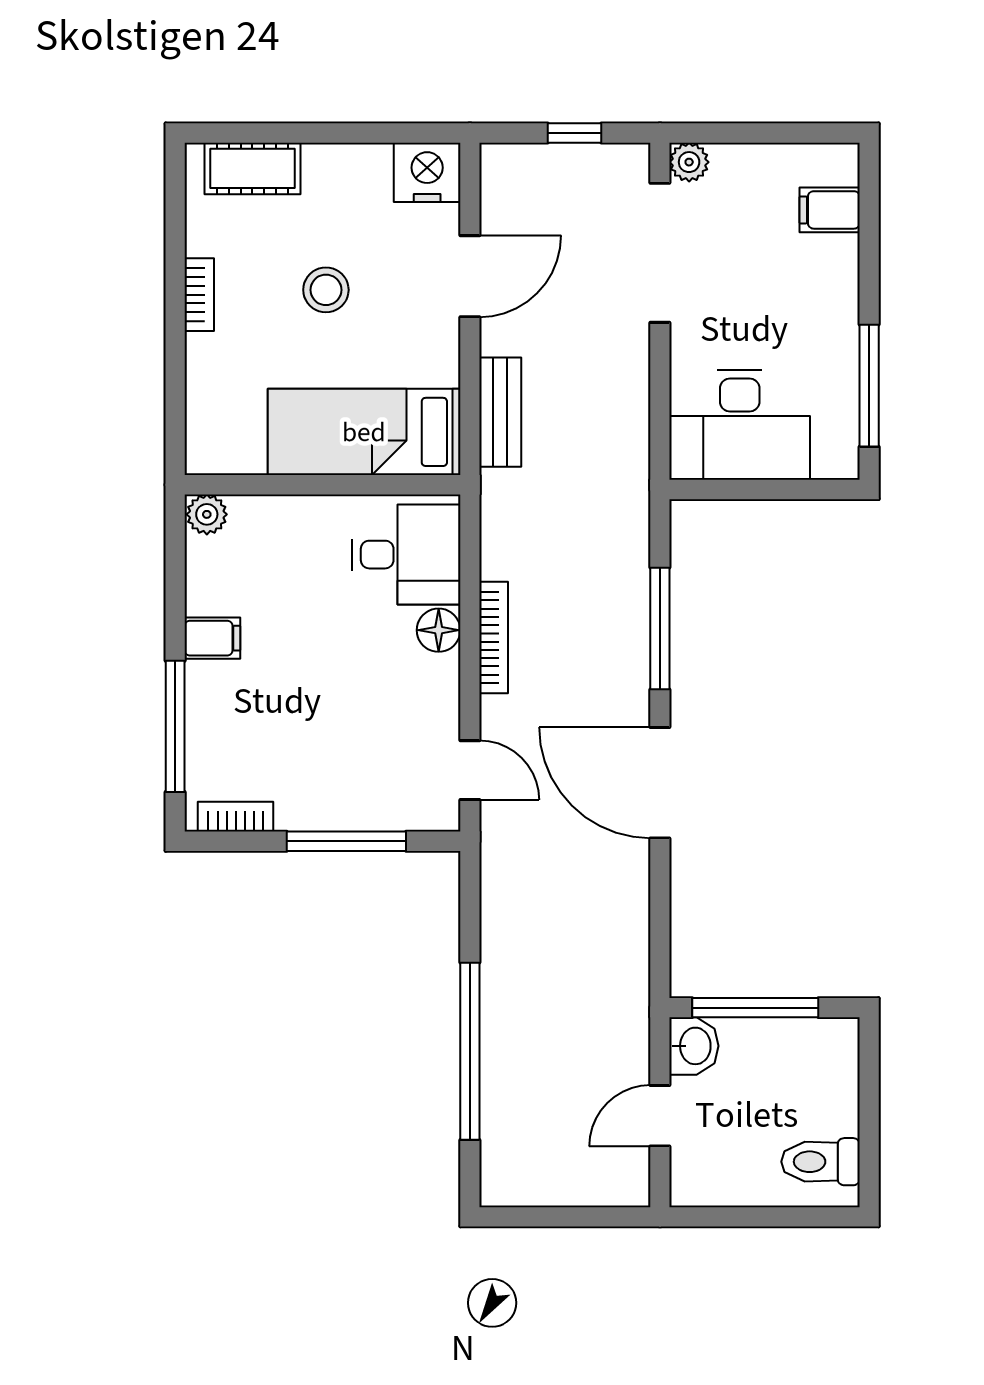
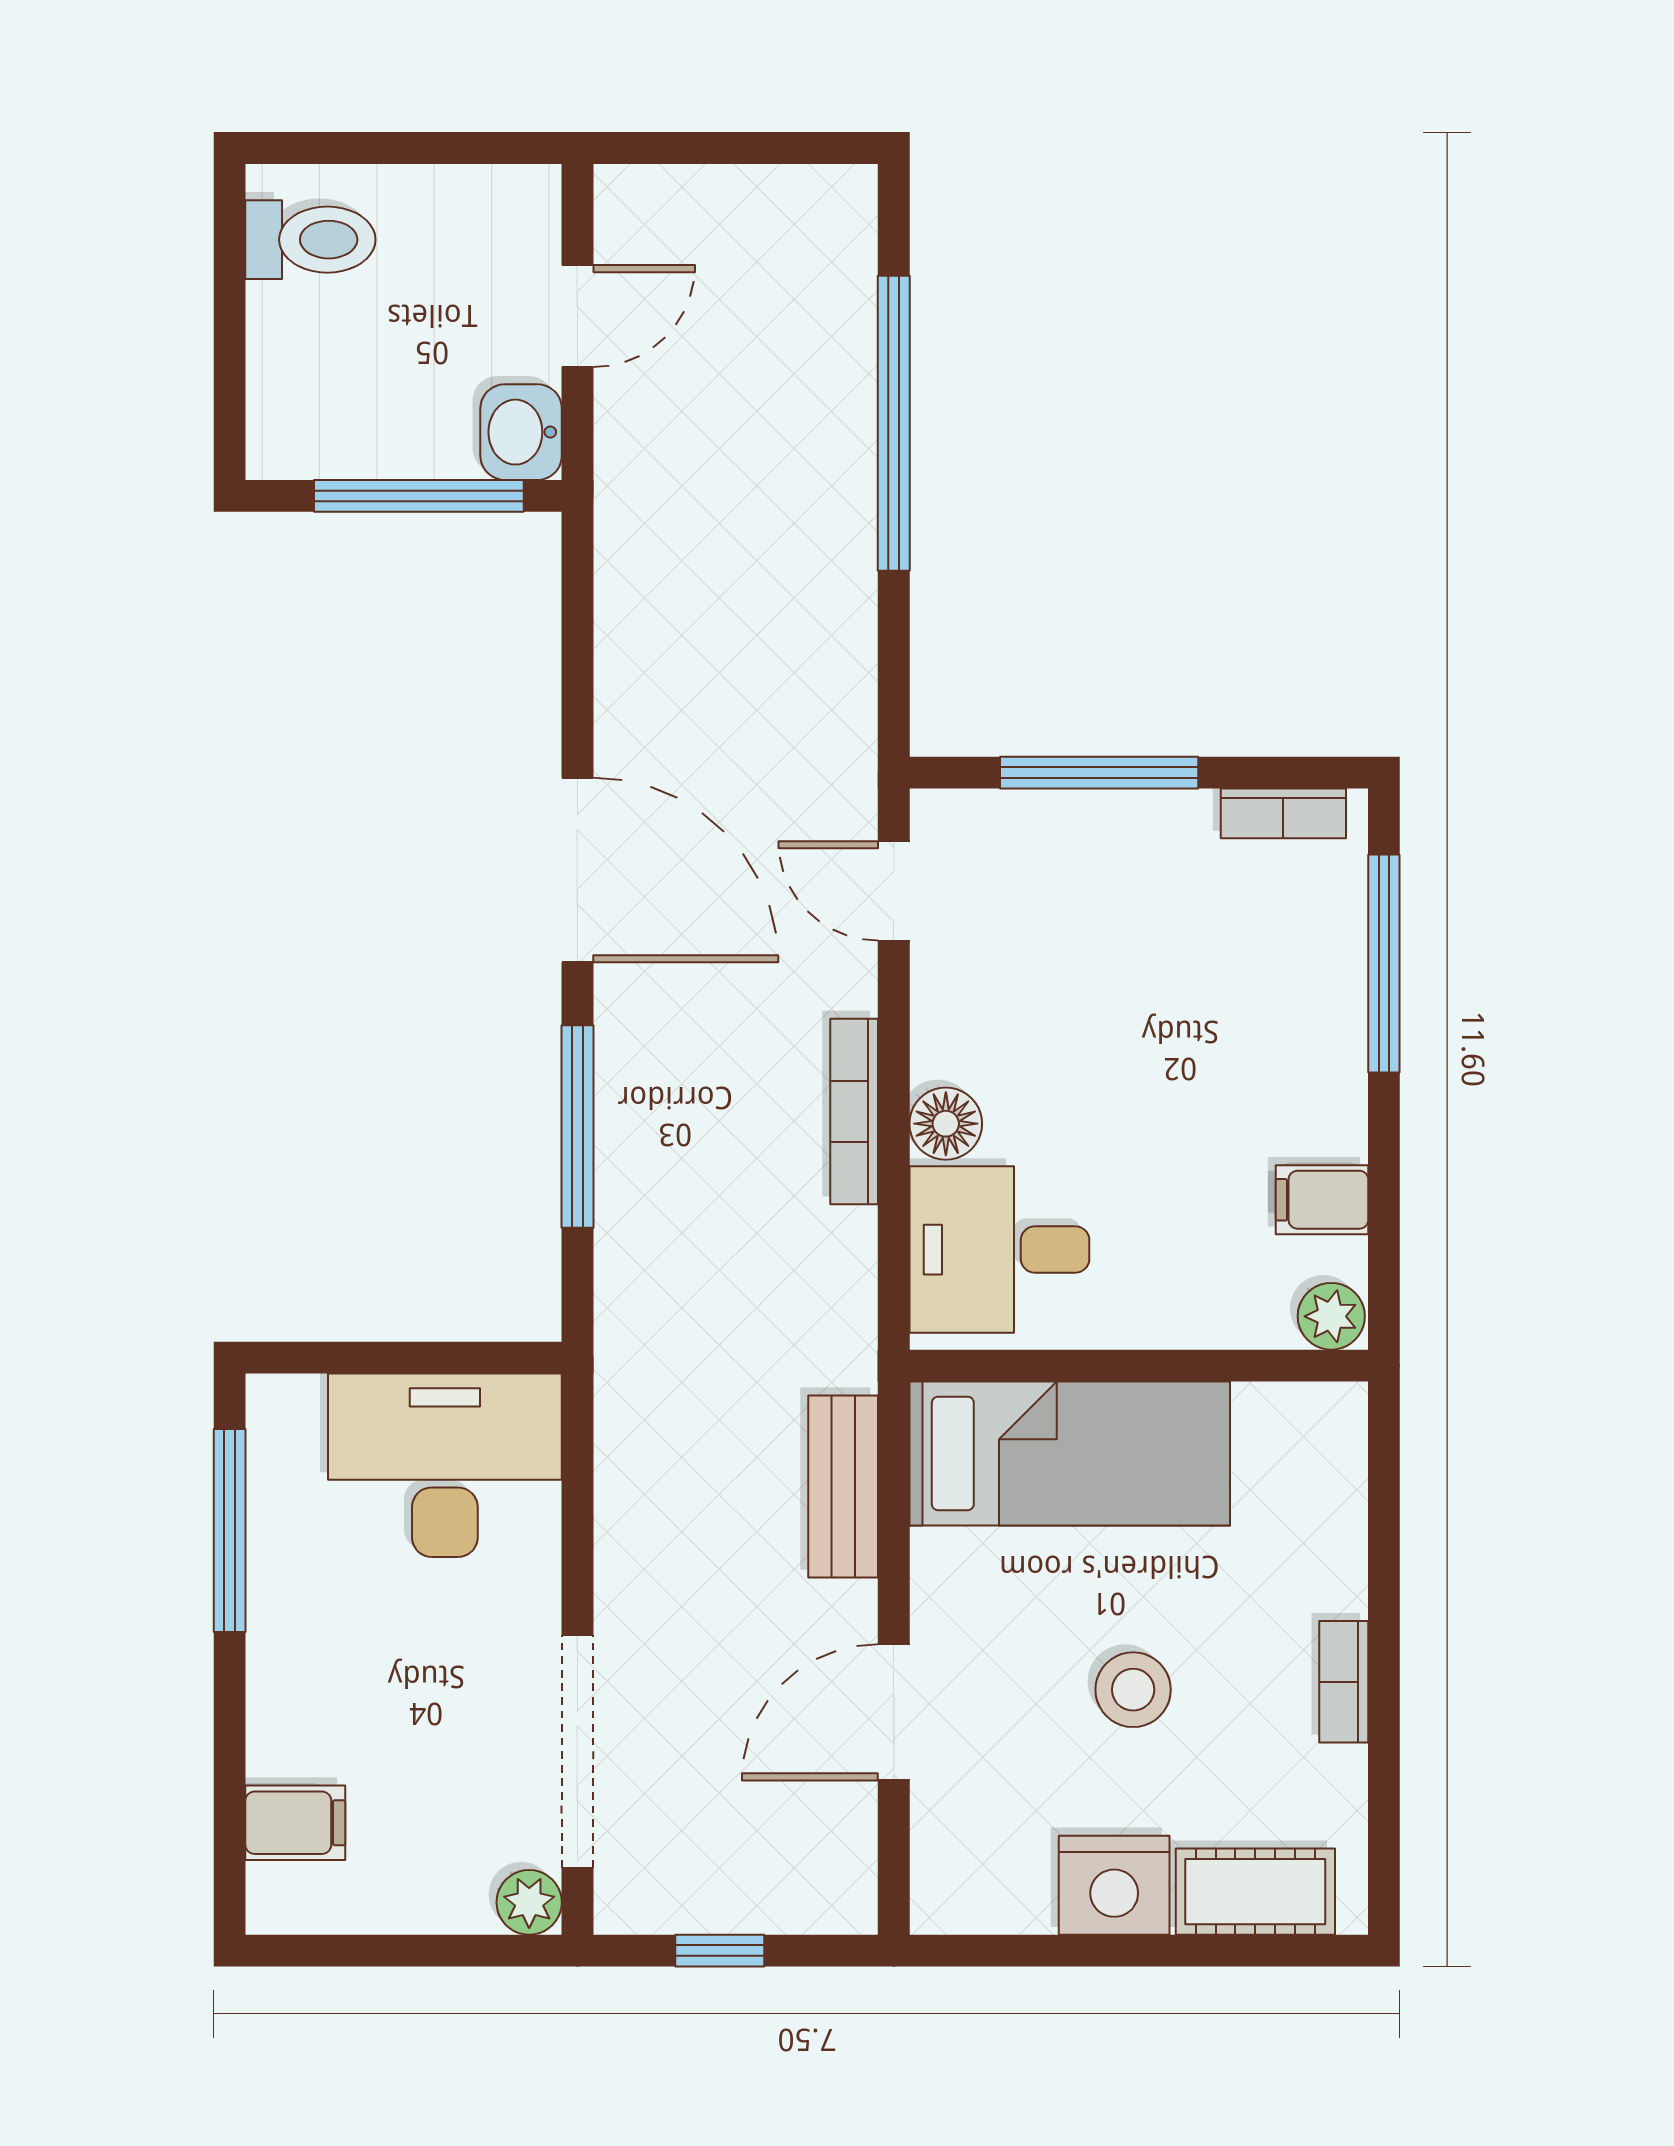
nightstand: (427, 172) -> (1114, 1885), moved
filing cabinet: (212, 638) -> (1322, 1200), moved

